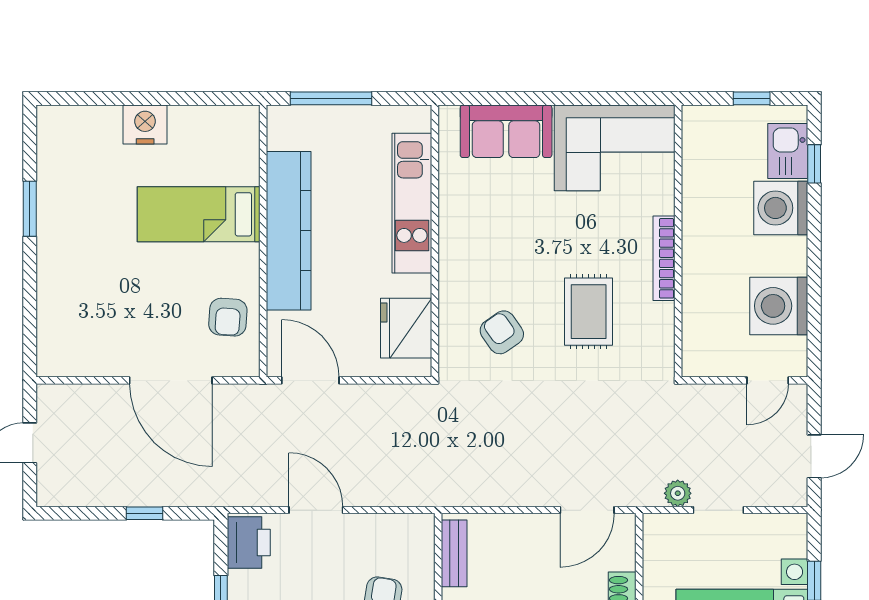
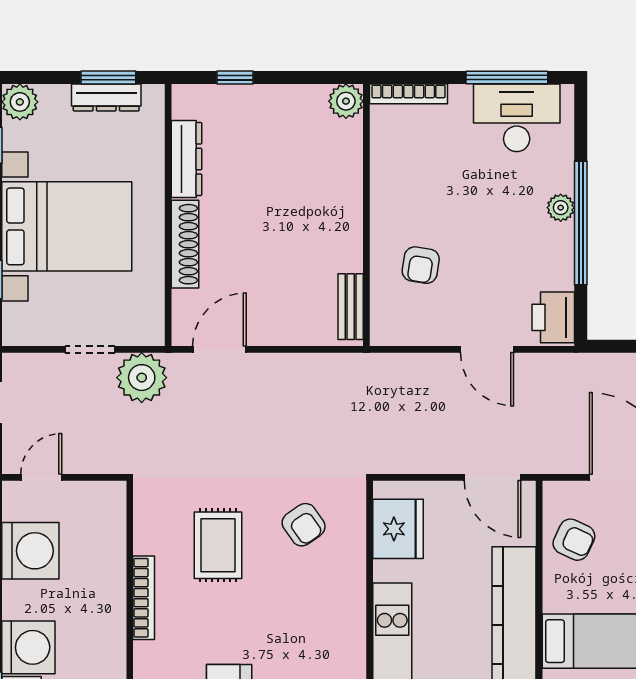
armchair: (228, 317) -> (574, 540), turned 111
plant: (678, 493) -> (142, 378), width x1.88, depth x1.88

